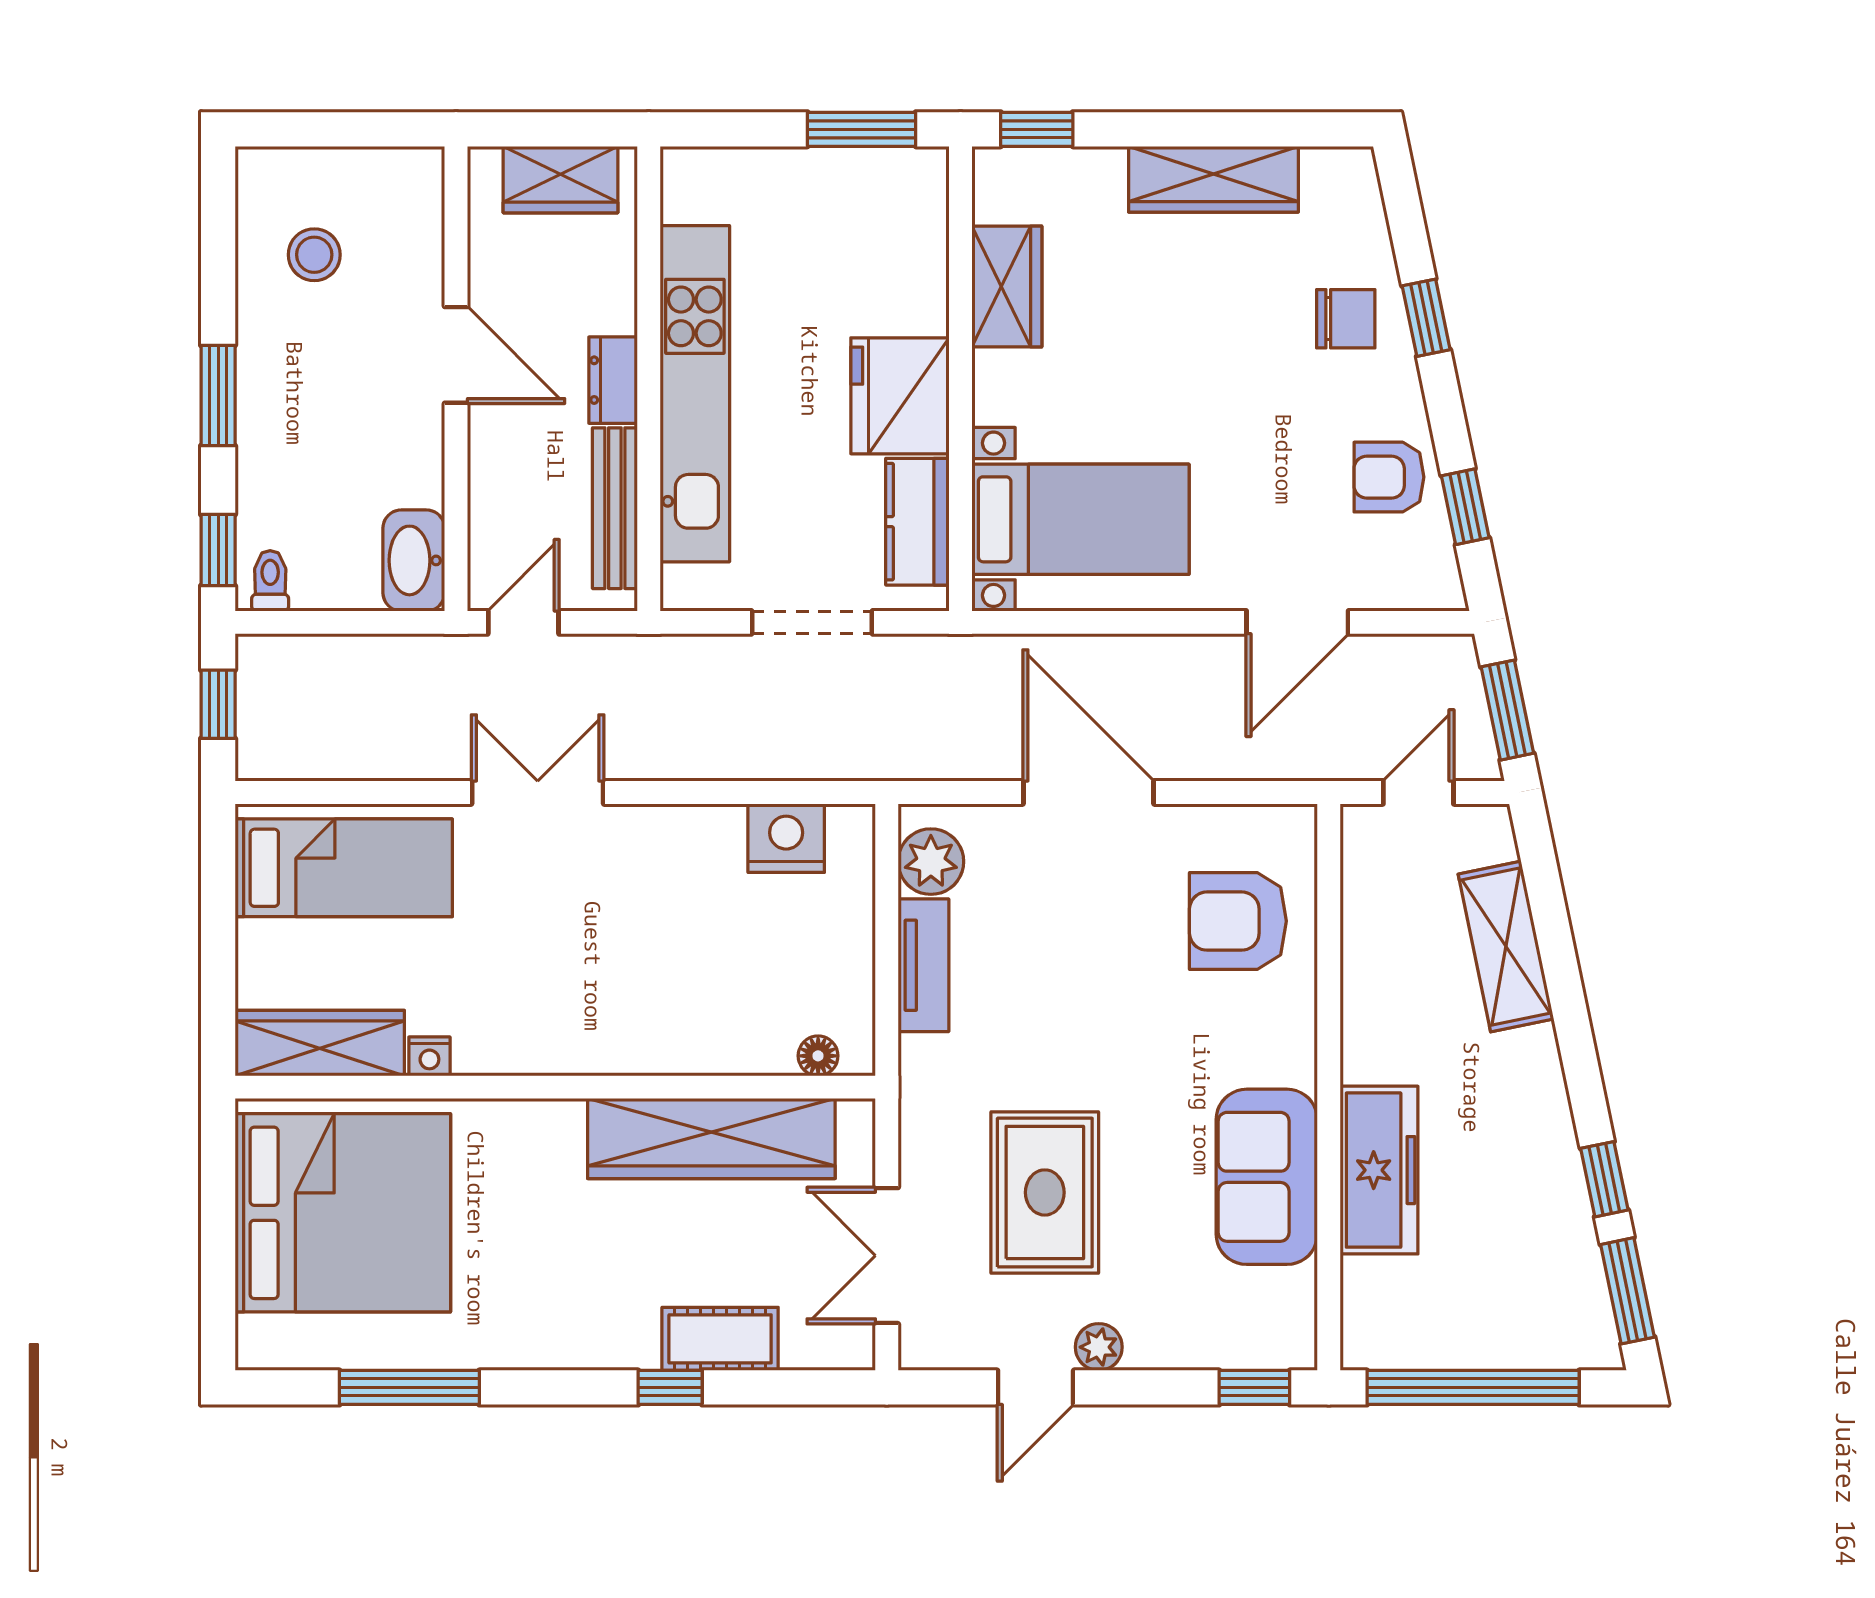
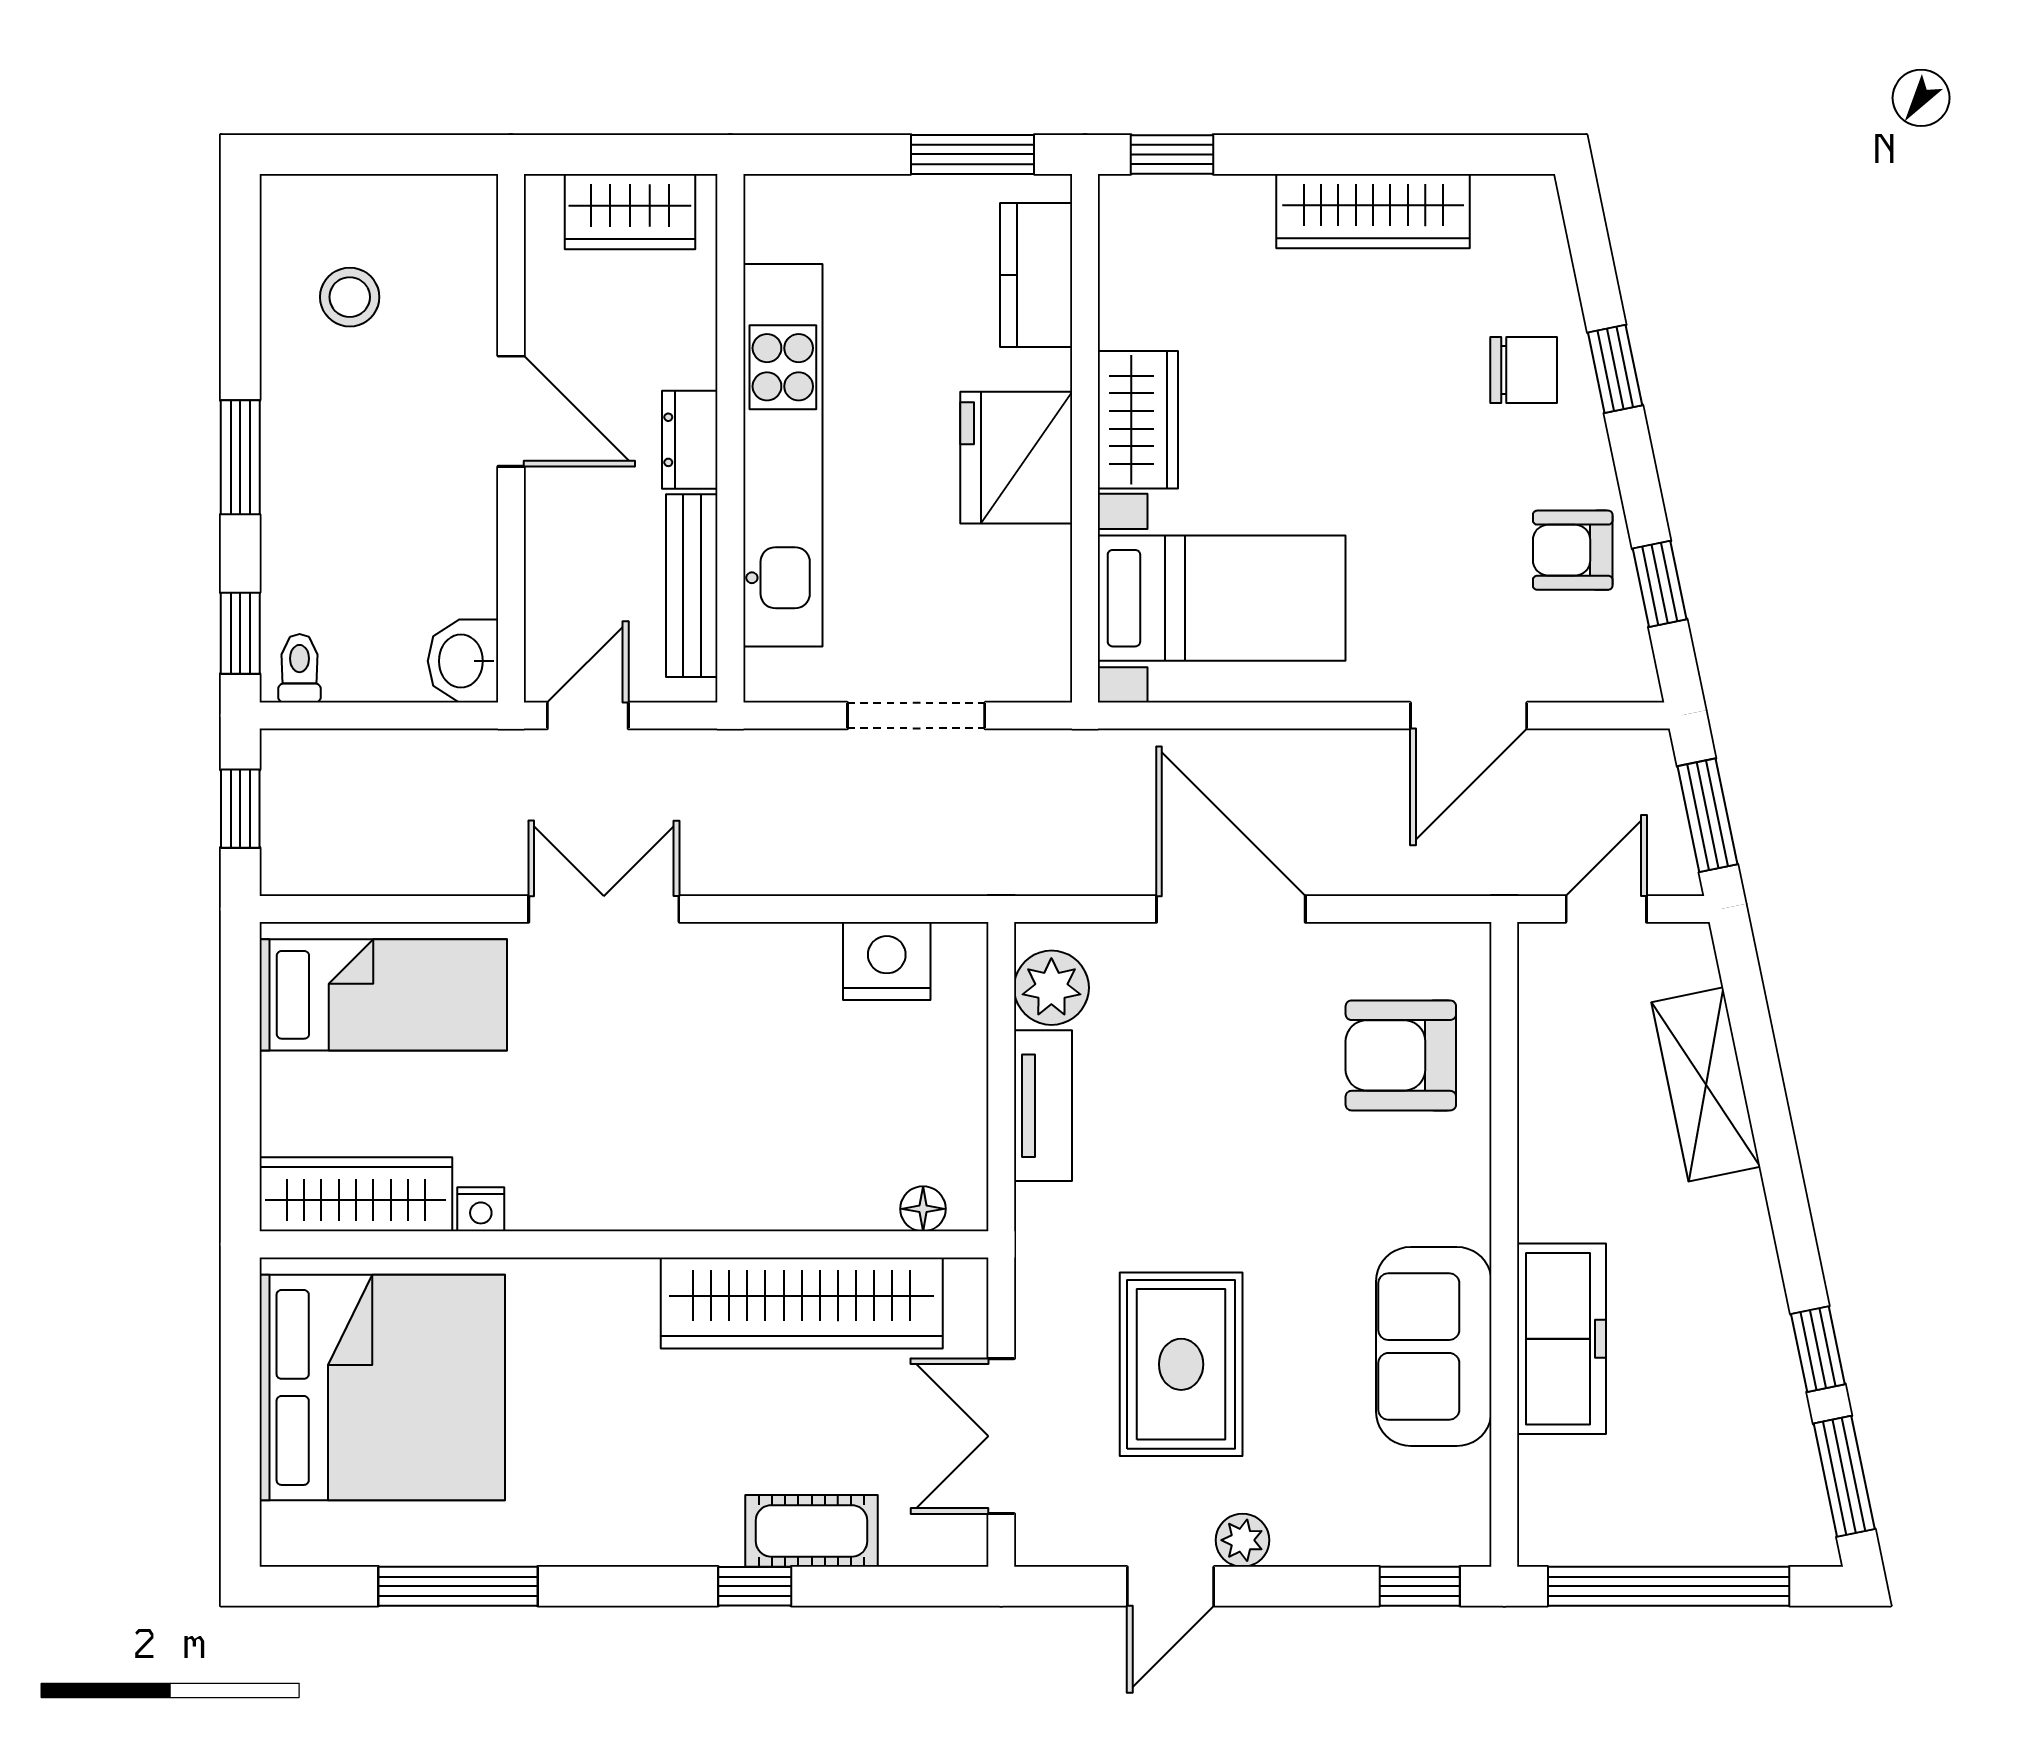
wardrobe: (1007, 286) -> (1138, 420), moved
kitchen counter: (917, 522) -> (1036, 275), moved
washbasin: (414, 560) -> (463, 661), width x0.72

